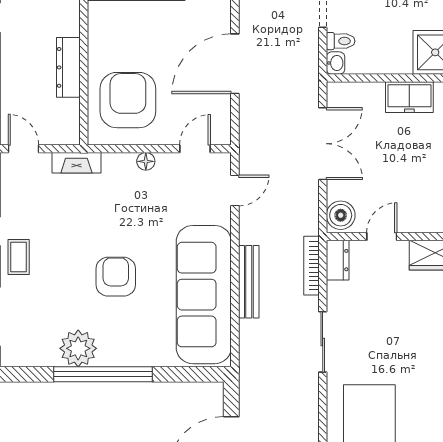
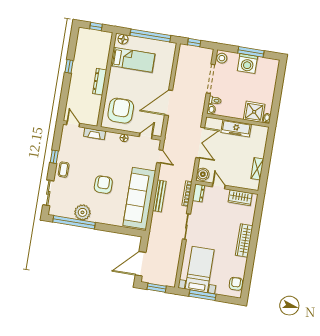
dresser: (68, 67) -> (100, 82), moved
freezer: (409, 97) -> (236, 128), width x1.40
door: (235, 191) -> (160, 156), hinge flipped
door: (382, 236) -> (219, 186), hinge flipped
window: (103, 374) -> (74, 222), moved

